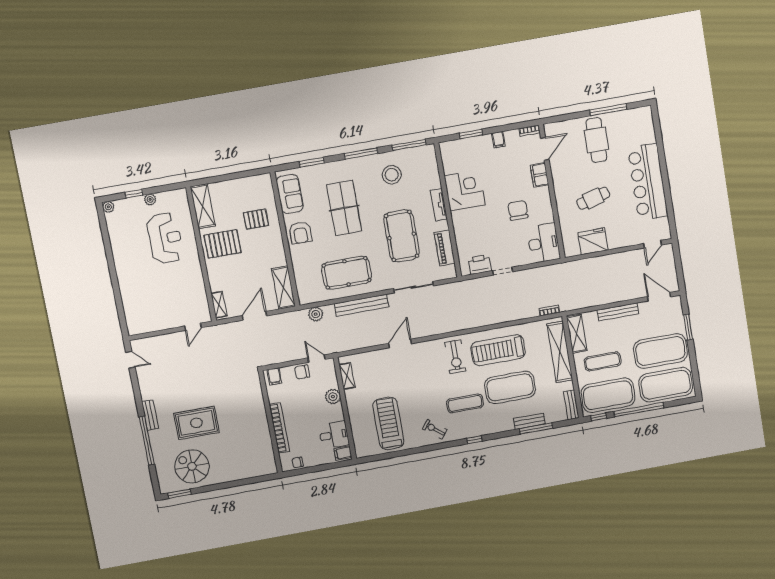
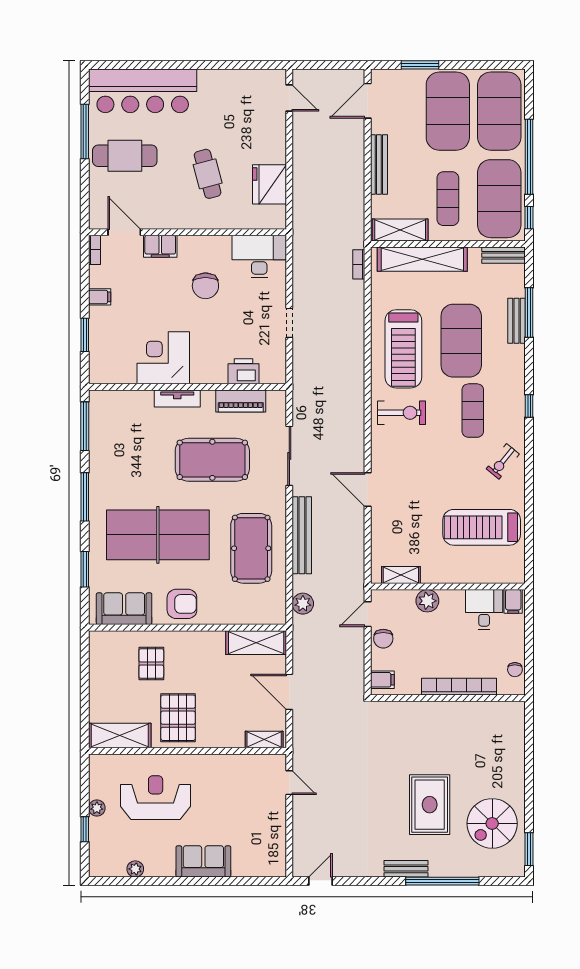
stool: (392, 175) -> (122, 458), removed
bar counter: (648, 182) -> (143, 91), moved
plant: (108, 207) -> (135, 869), moved
table tennis table: (344, 208) -> (158, 535), width x1.36, depth x1.32
chair: (518, 210) -> (205, 286), turned -90
printer: (480, 264) -> (244, 371), moved, turned 90
sofa: (128, 278) -> (203, 861), added

